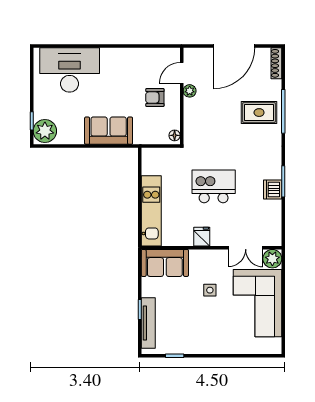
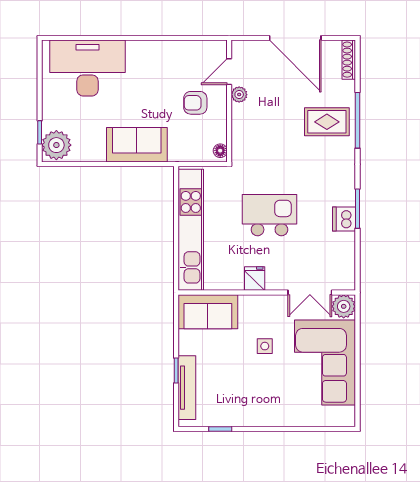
door: (234, 46) -> (295, 38), hinge flipped
kitchen unit: (151, 211) -> (191, 230), width x1.36

